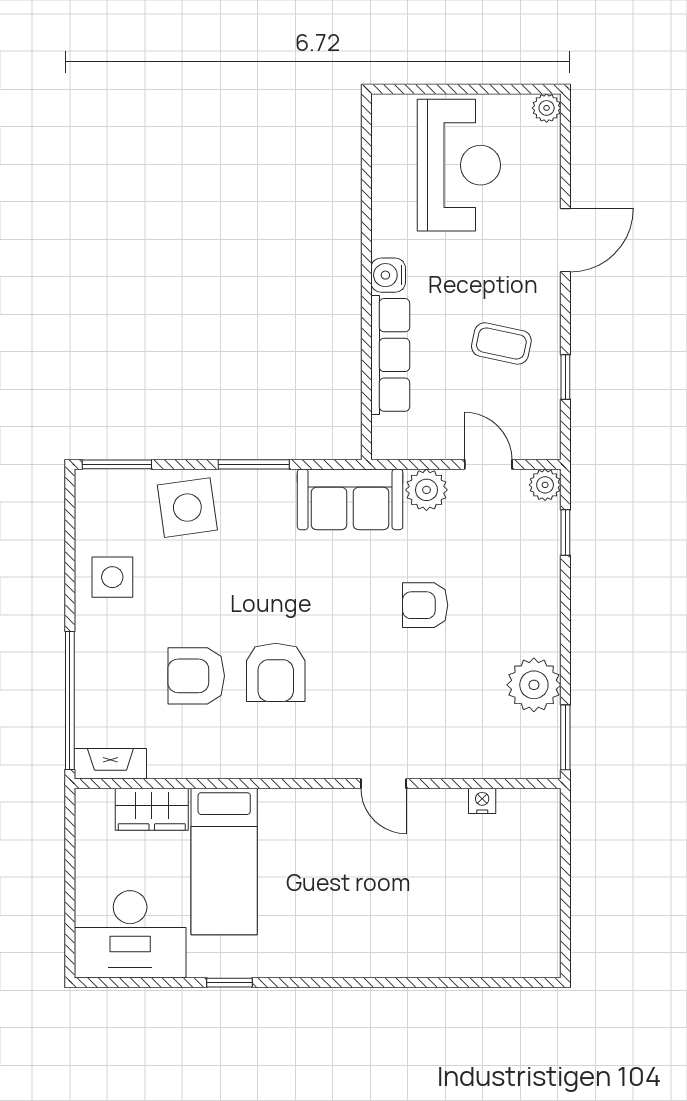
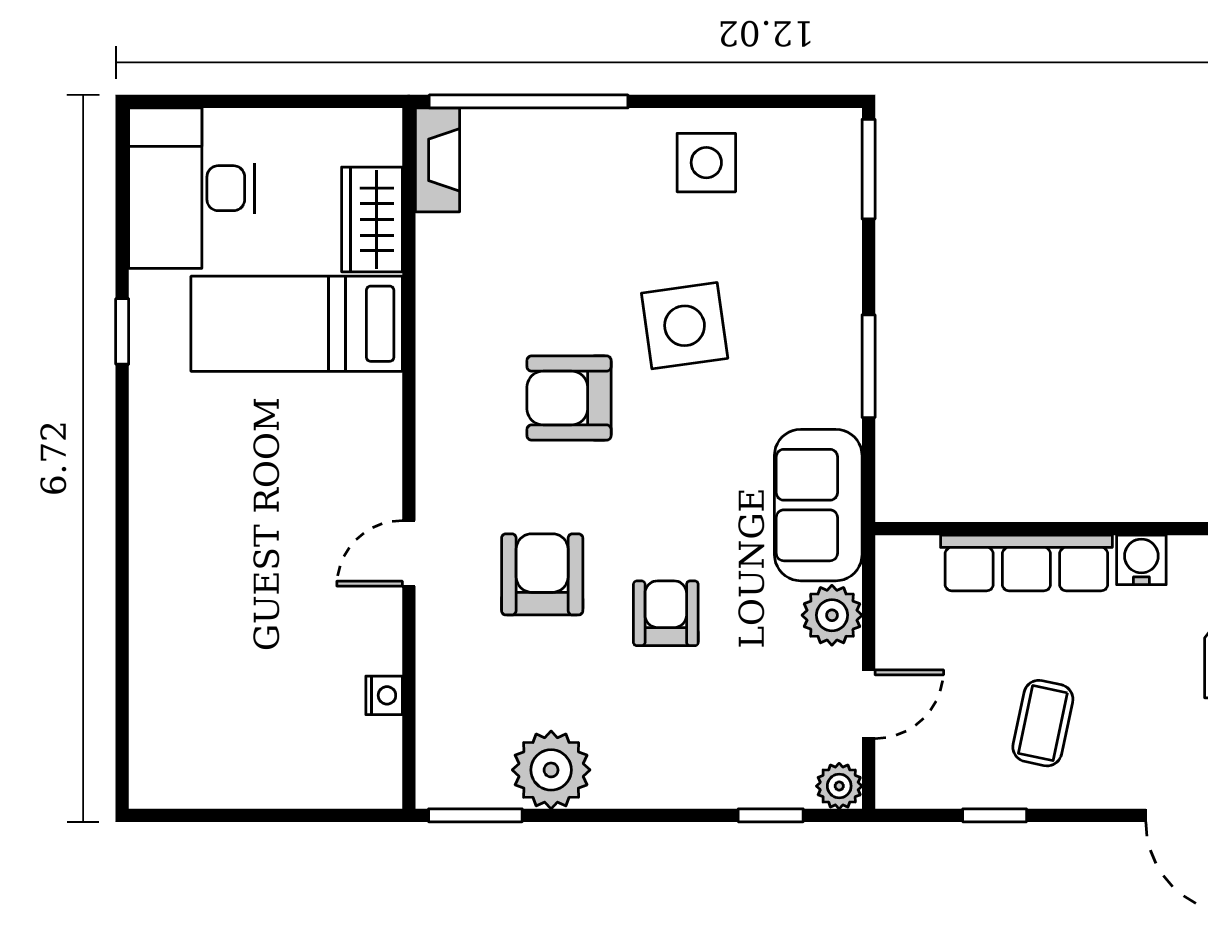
side table: (187, 508) -> (685, 326), moved
armchair: (196, 676) -> (542, 574), moved

